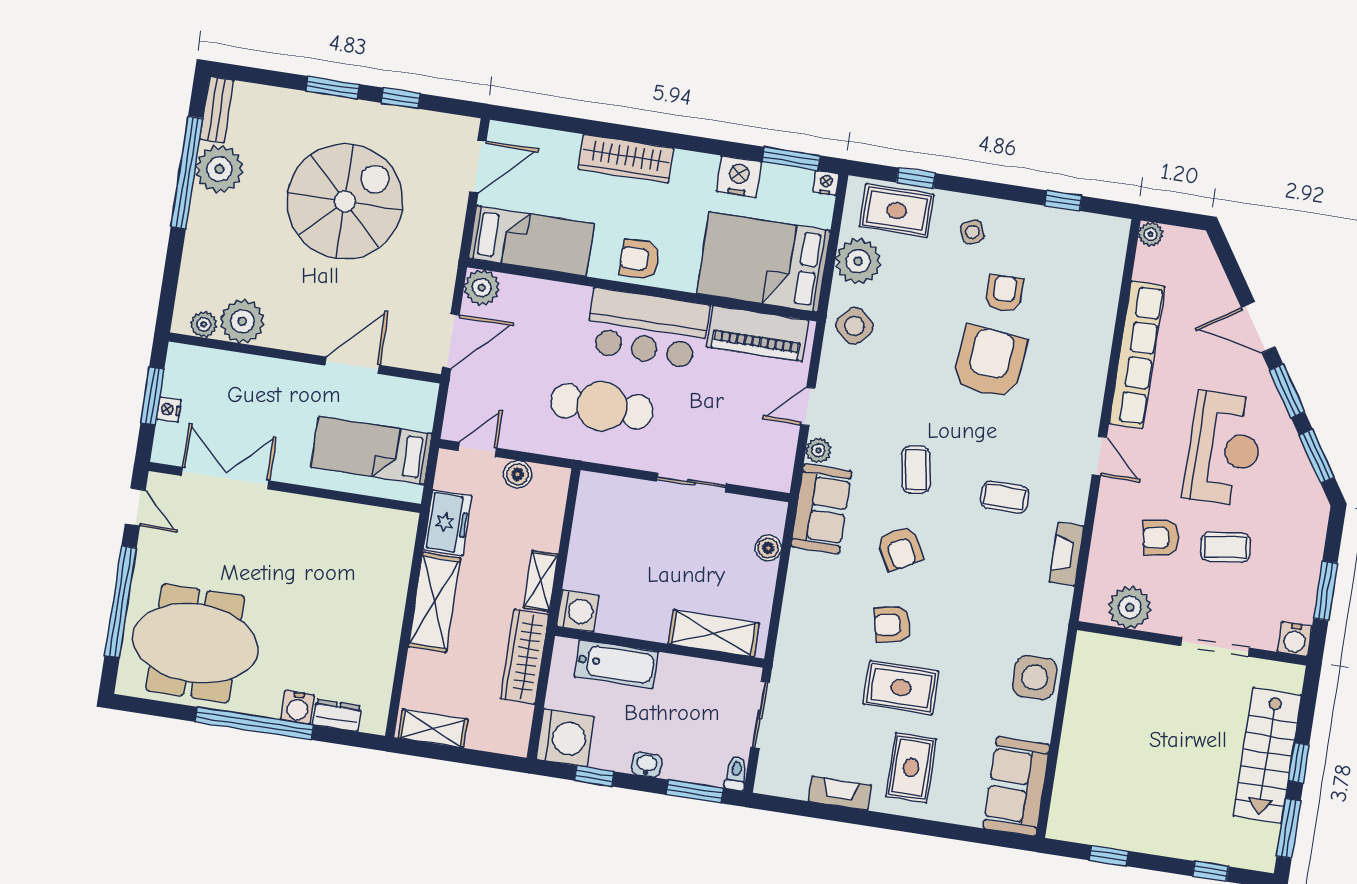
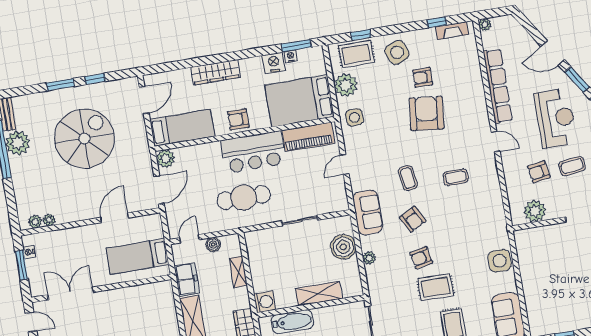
nightstand: (826, 183) -> (291, 56), moved
side table: (972, 232) -> (397, 52), width x1.87, depth x1.87
armchair: (1004, 293) -> (423, 77), turned -90
plant: (242, 321) -> (49, 220), width x0.53, depth x0.53
side table: (854, 326) -> (354, 117), turned 45
nightstand: (169, 409) -> (29, 252), moved
plant: (818, 450) -> (369, 258), moved
boiler: (768, 548) -> (343, 247), width x1.86, depth x1.86
fireplace: (1066, 554) -> (452, 31), moved, turned -90
shelving: (541, 581) -> (238, 272), moved
shelving: (714, 633) -> (319, 294), moved

